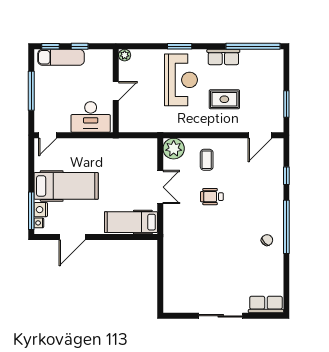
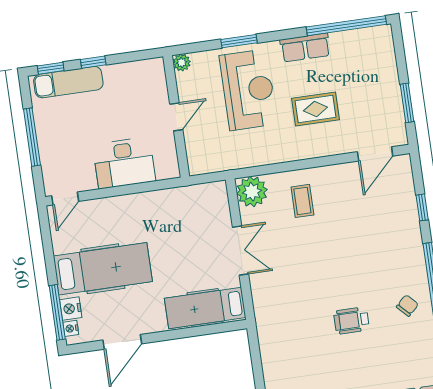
plant: (125, 55) -> (182, 63), moved
door: (116, 91) -> (176, 117), moved
wall: (116, 91) -> (176, 116), moved
wheelchair: (212, 197) -> (351, 321), moved

